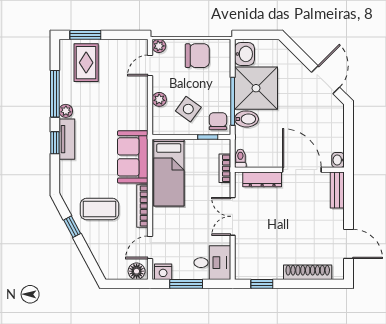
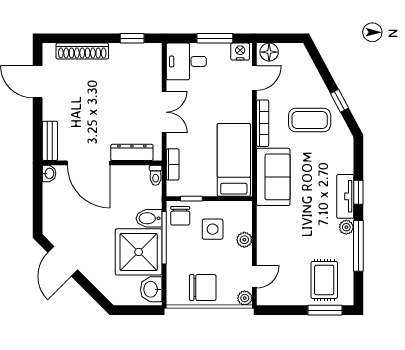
chair: (197, 56) -> (203, 288), turned 180
side table: (188, 109) -> (213, 229), turned -36

